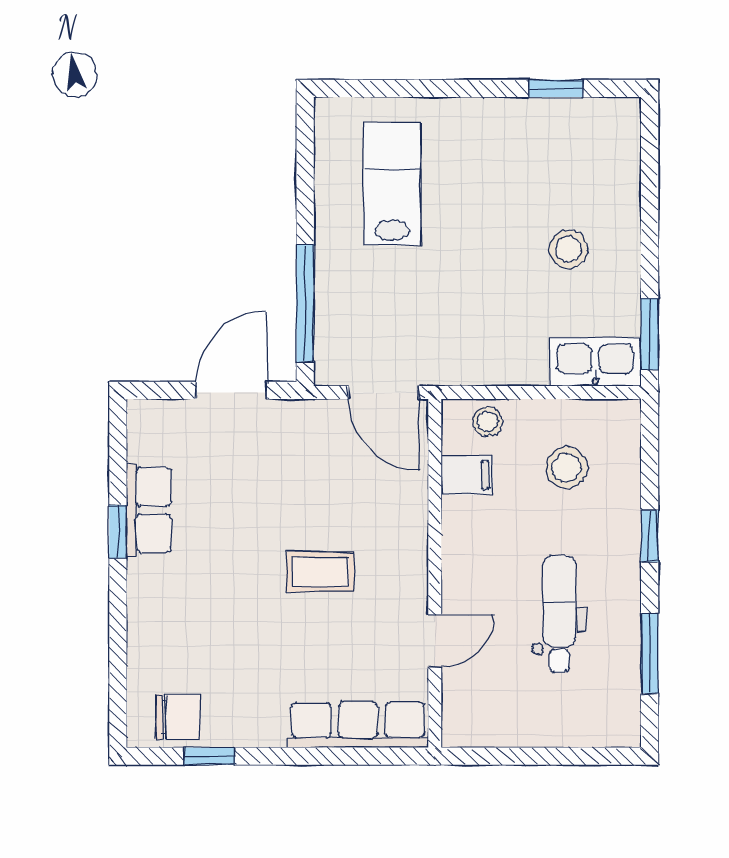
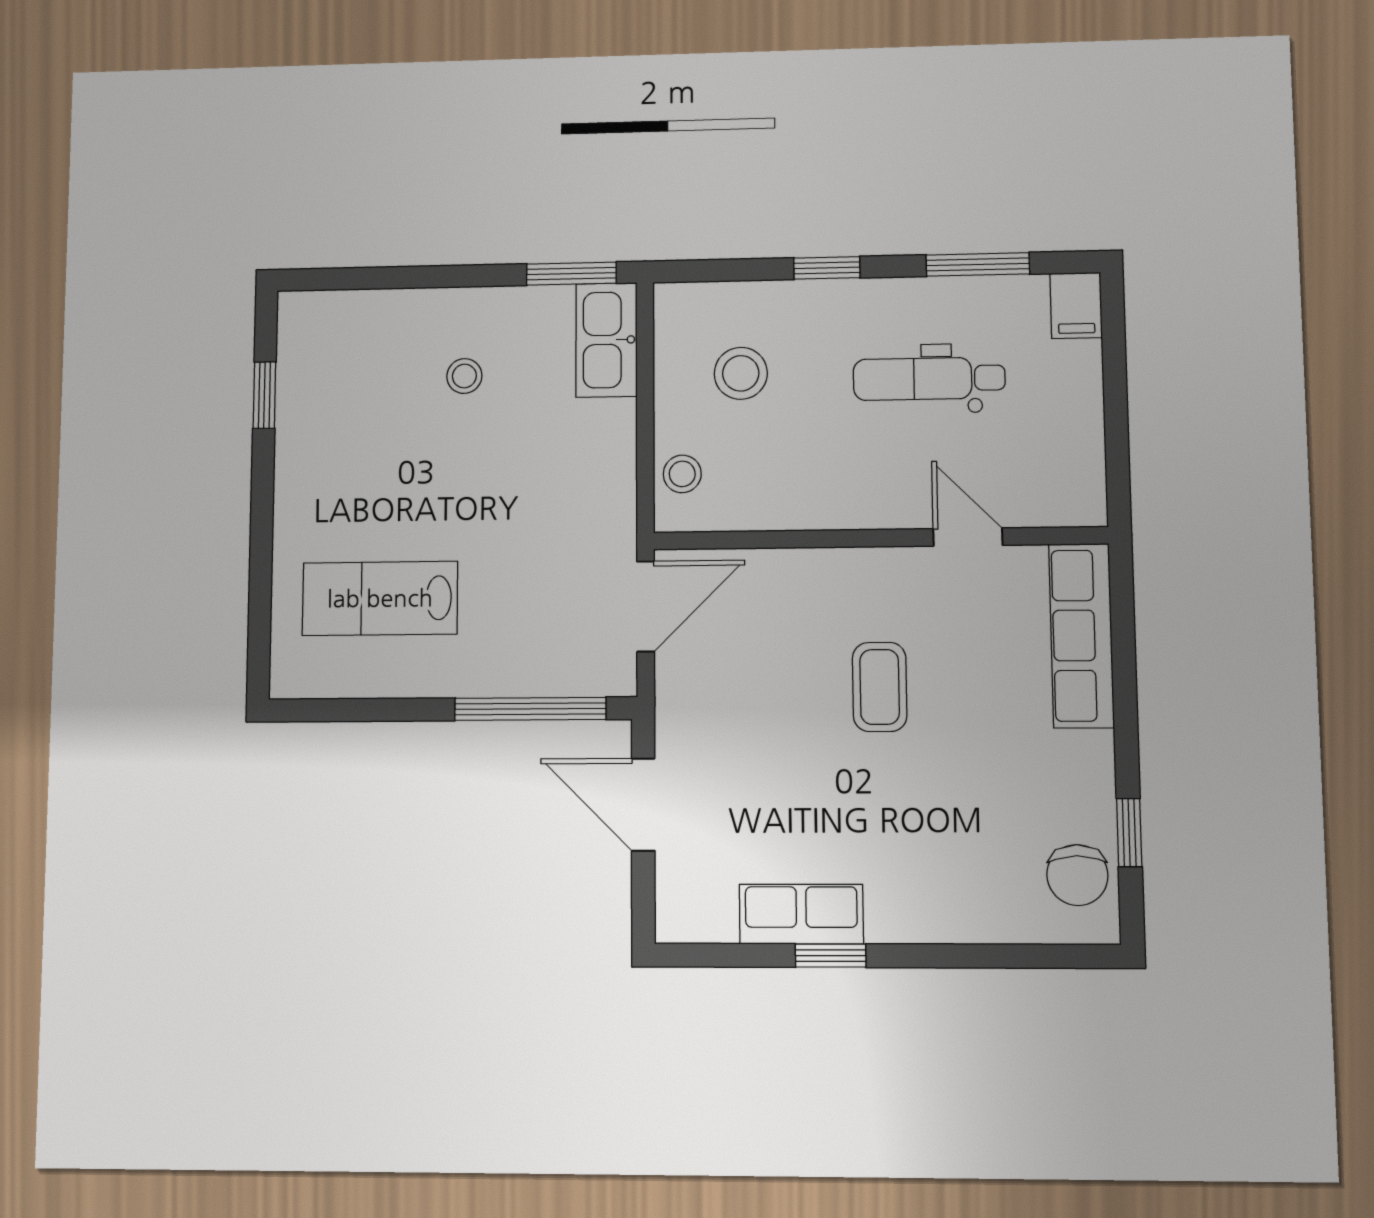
stool: (568, 249) -> (464, 376), width x0.73, depth x0.73
filing cabinet: (467, 475) -> (1076, 306), moved, turned 180
chair: (178, 717) -> (1077, 875), turned 180

